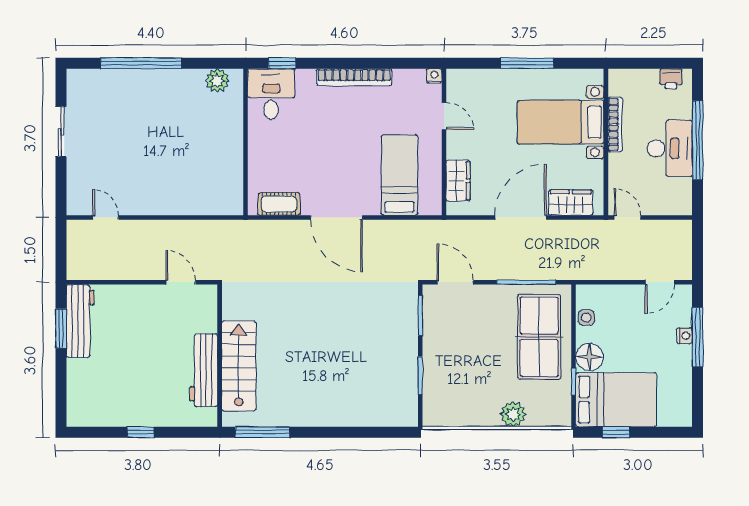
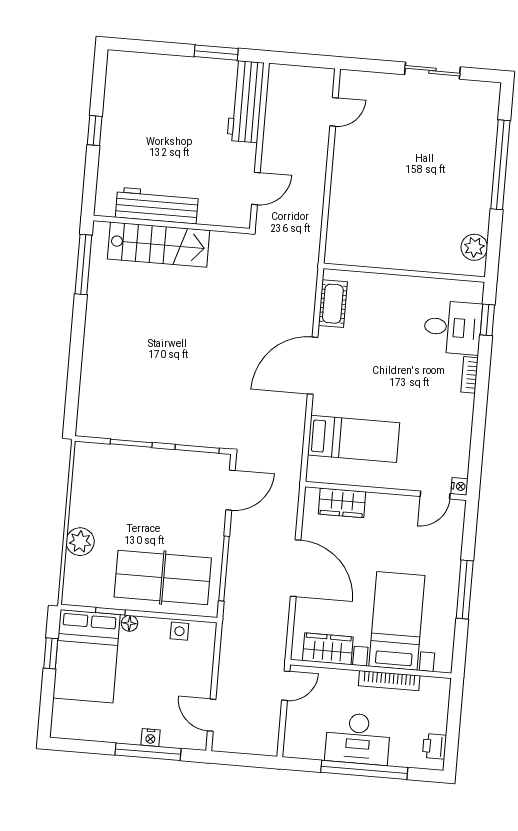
bookcase: (354, 77) -> (470, 375), width x0.43, depth x0.76
desk: (271, 94) -> (453, 327), moved
door: (444, 116) -> (435, 495), moved
wardrobe: (571, 203) -> (328, 649), moved, turned -90
workbench: (80, 321) -> (246, 101), moved, turned 90
floor lamp: (589, 357) -> (129, 623), width x0.53, depth x0.53

